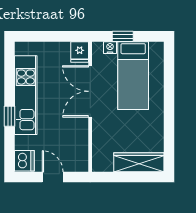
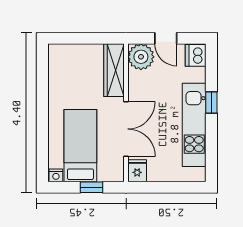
nightstand: (110, 48) -> (56, 175), moved
plant: (76, 159) -> (141, 57), added
wardrobe: (139, 162) -> (114, 70), moved, turned 90

